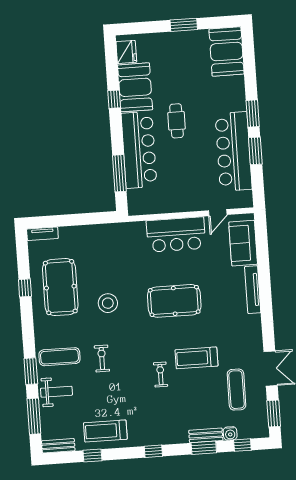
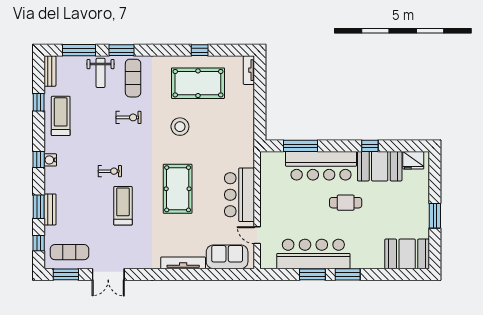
exercise mat: (237, 390) -> (69, 252), moved
water cooler: (230, 433) -> (50, 160), moved

